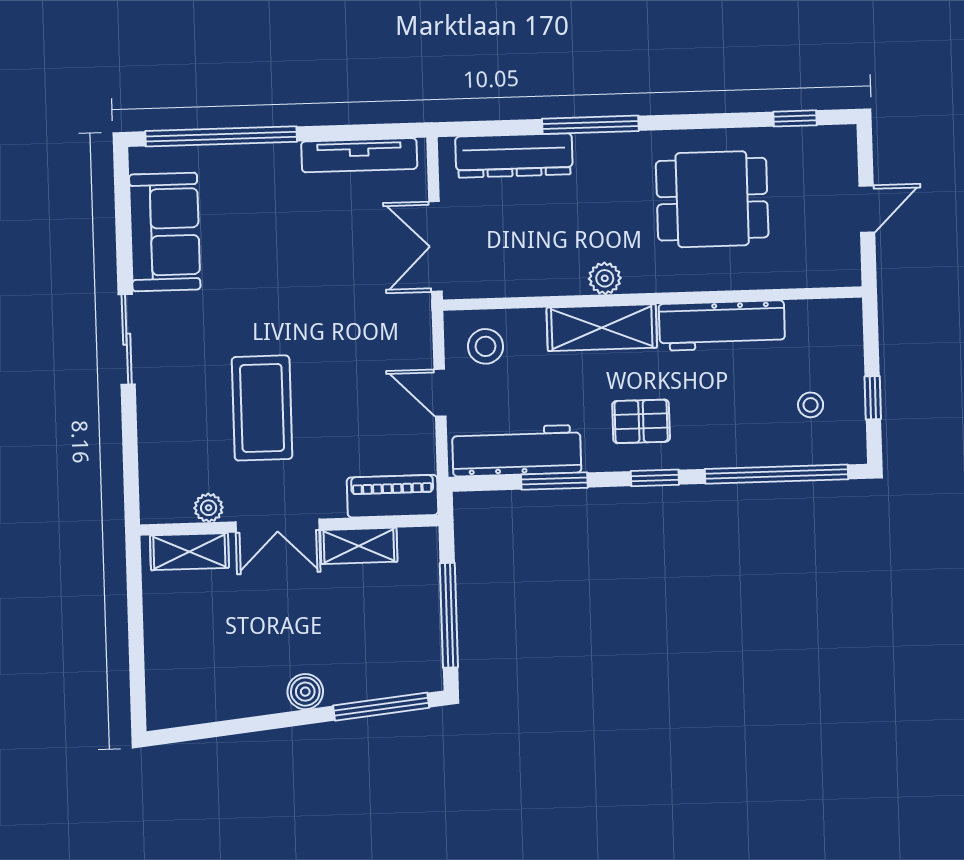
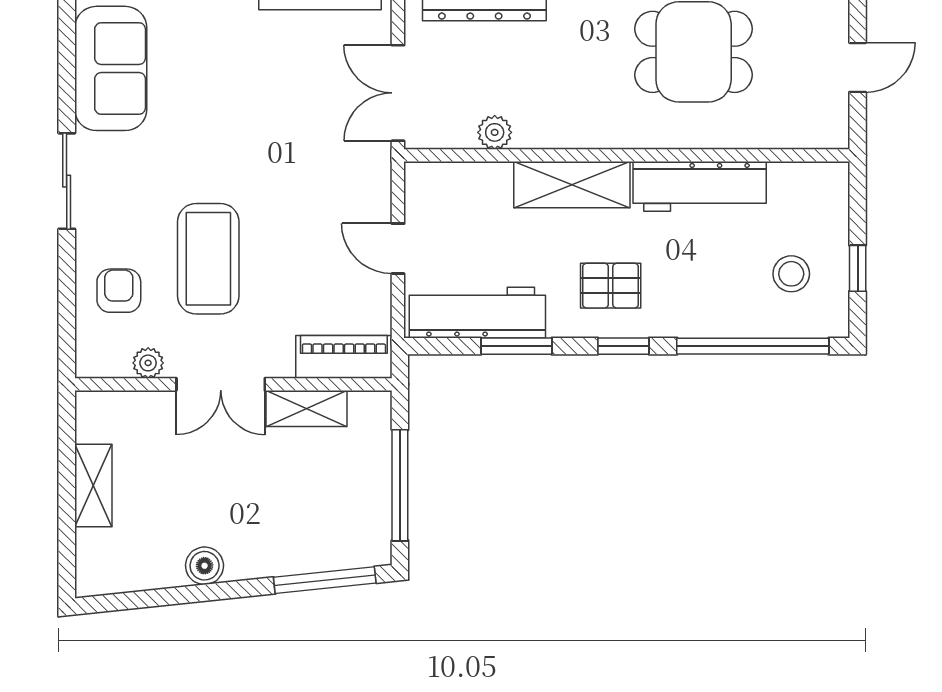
plant: (605, 278) -> (495, 132), moved
stool: (486, 346) -> (448, 201), removed
stool: (811, 405) -> (791, 274), width x1.37, depth x1.37
armchair: (179, 441) -> (119, 291), added
shelving: (189, 552) -> (93, 485), moved, turned 90
boiler: (305, 692) -> (205, 566), moved

